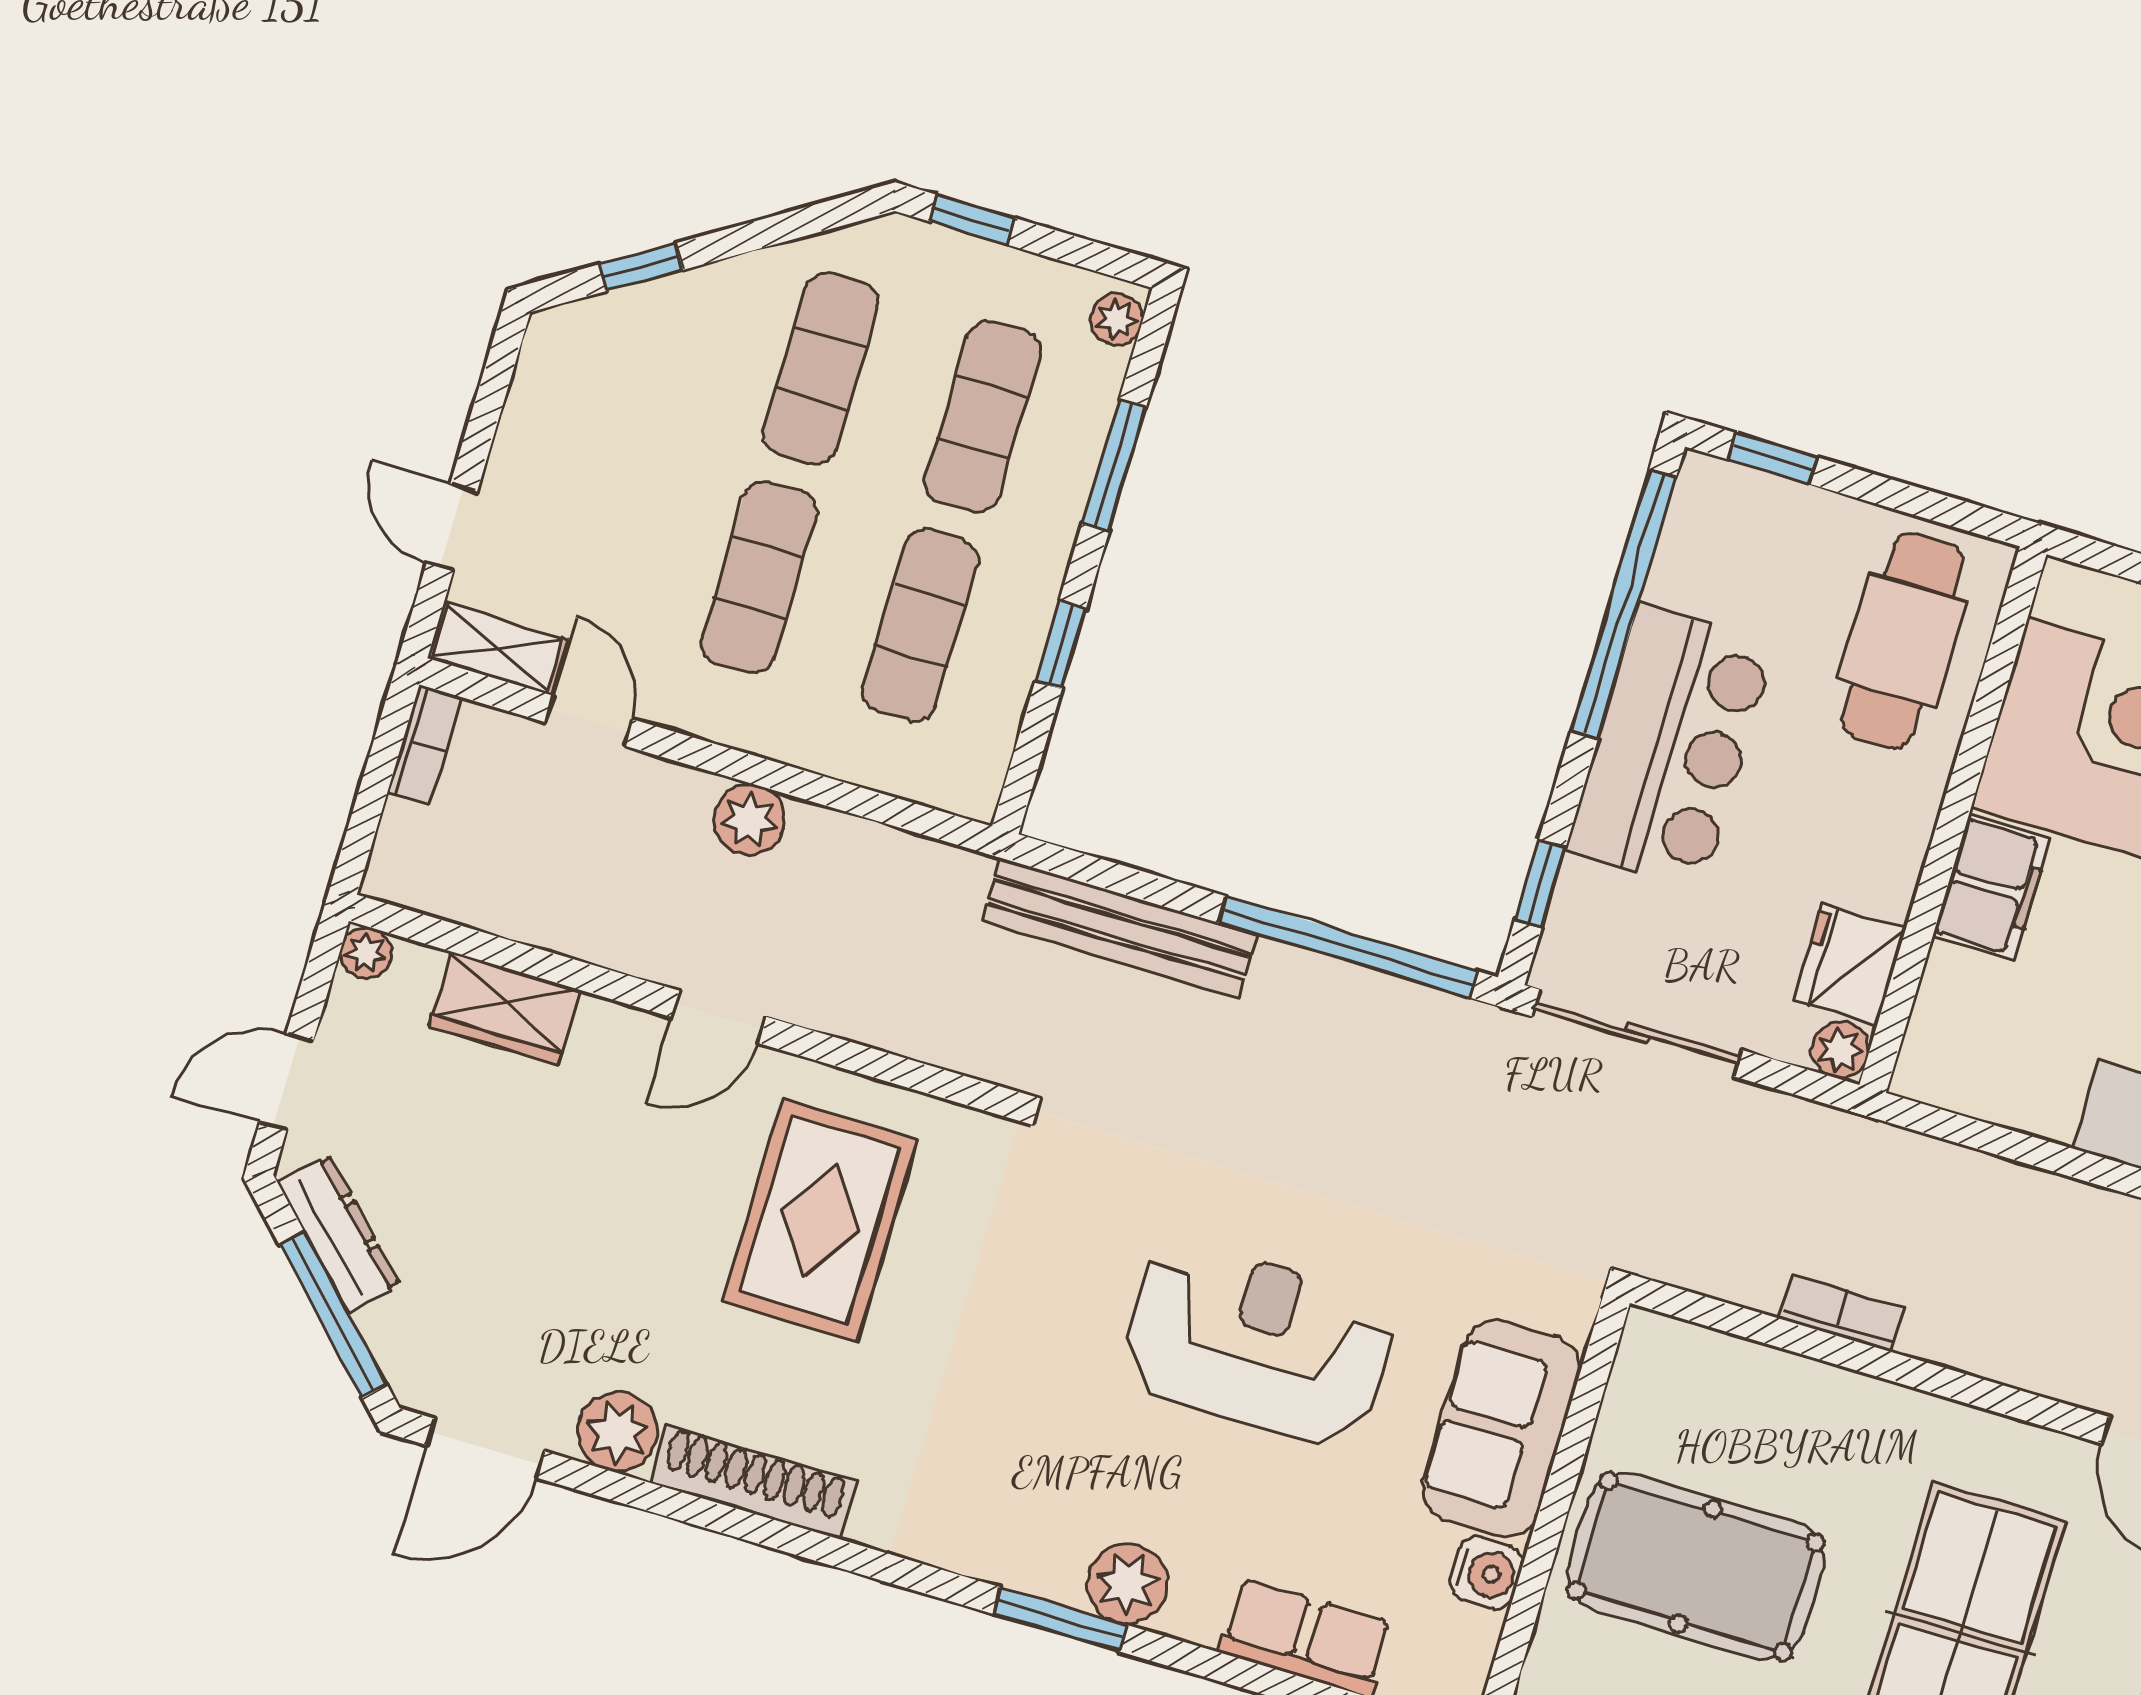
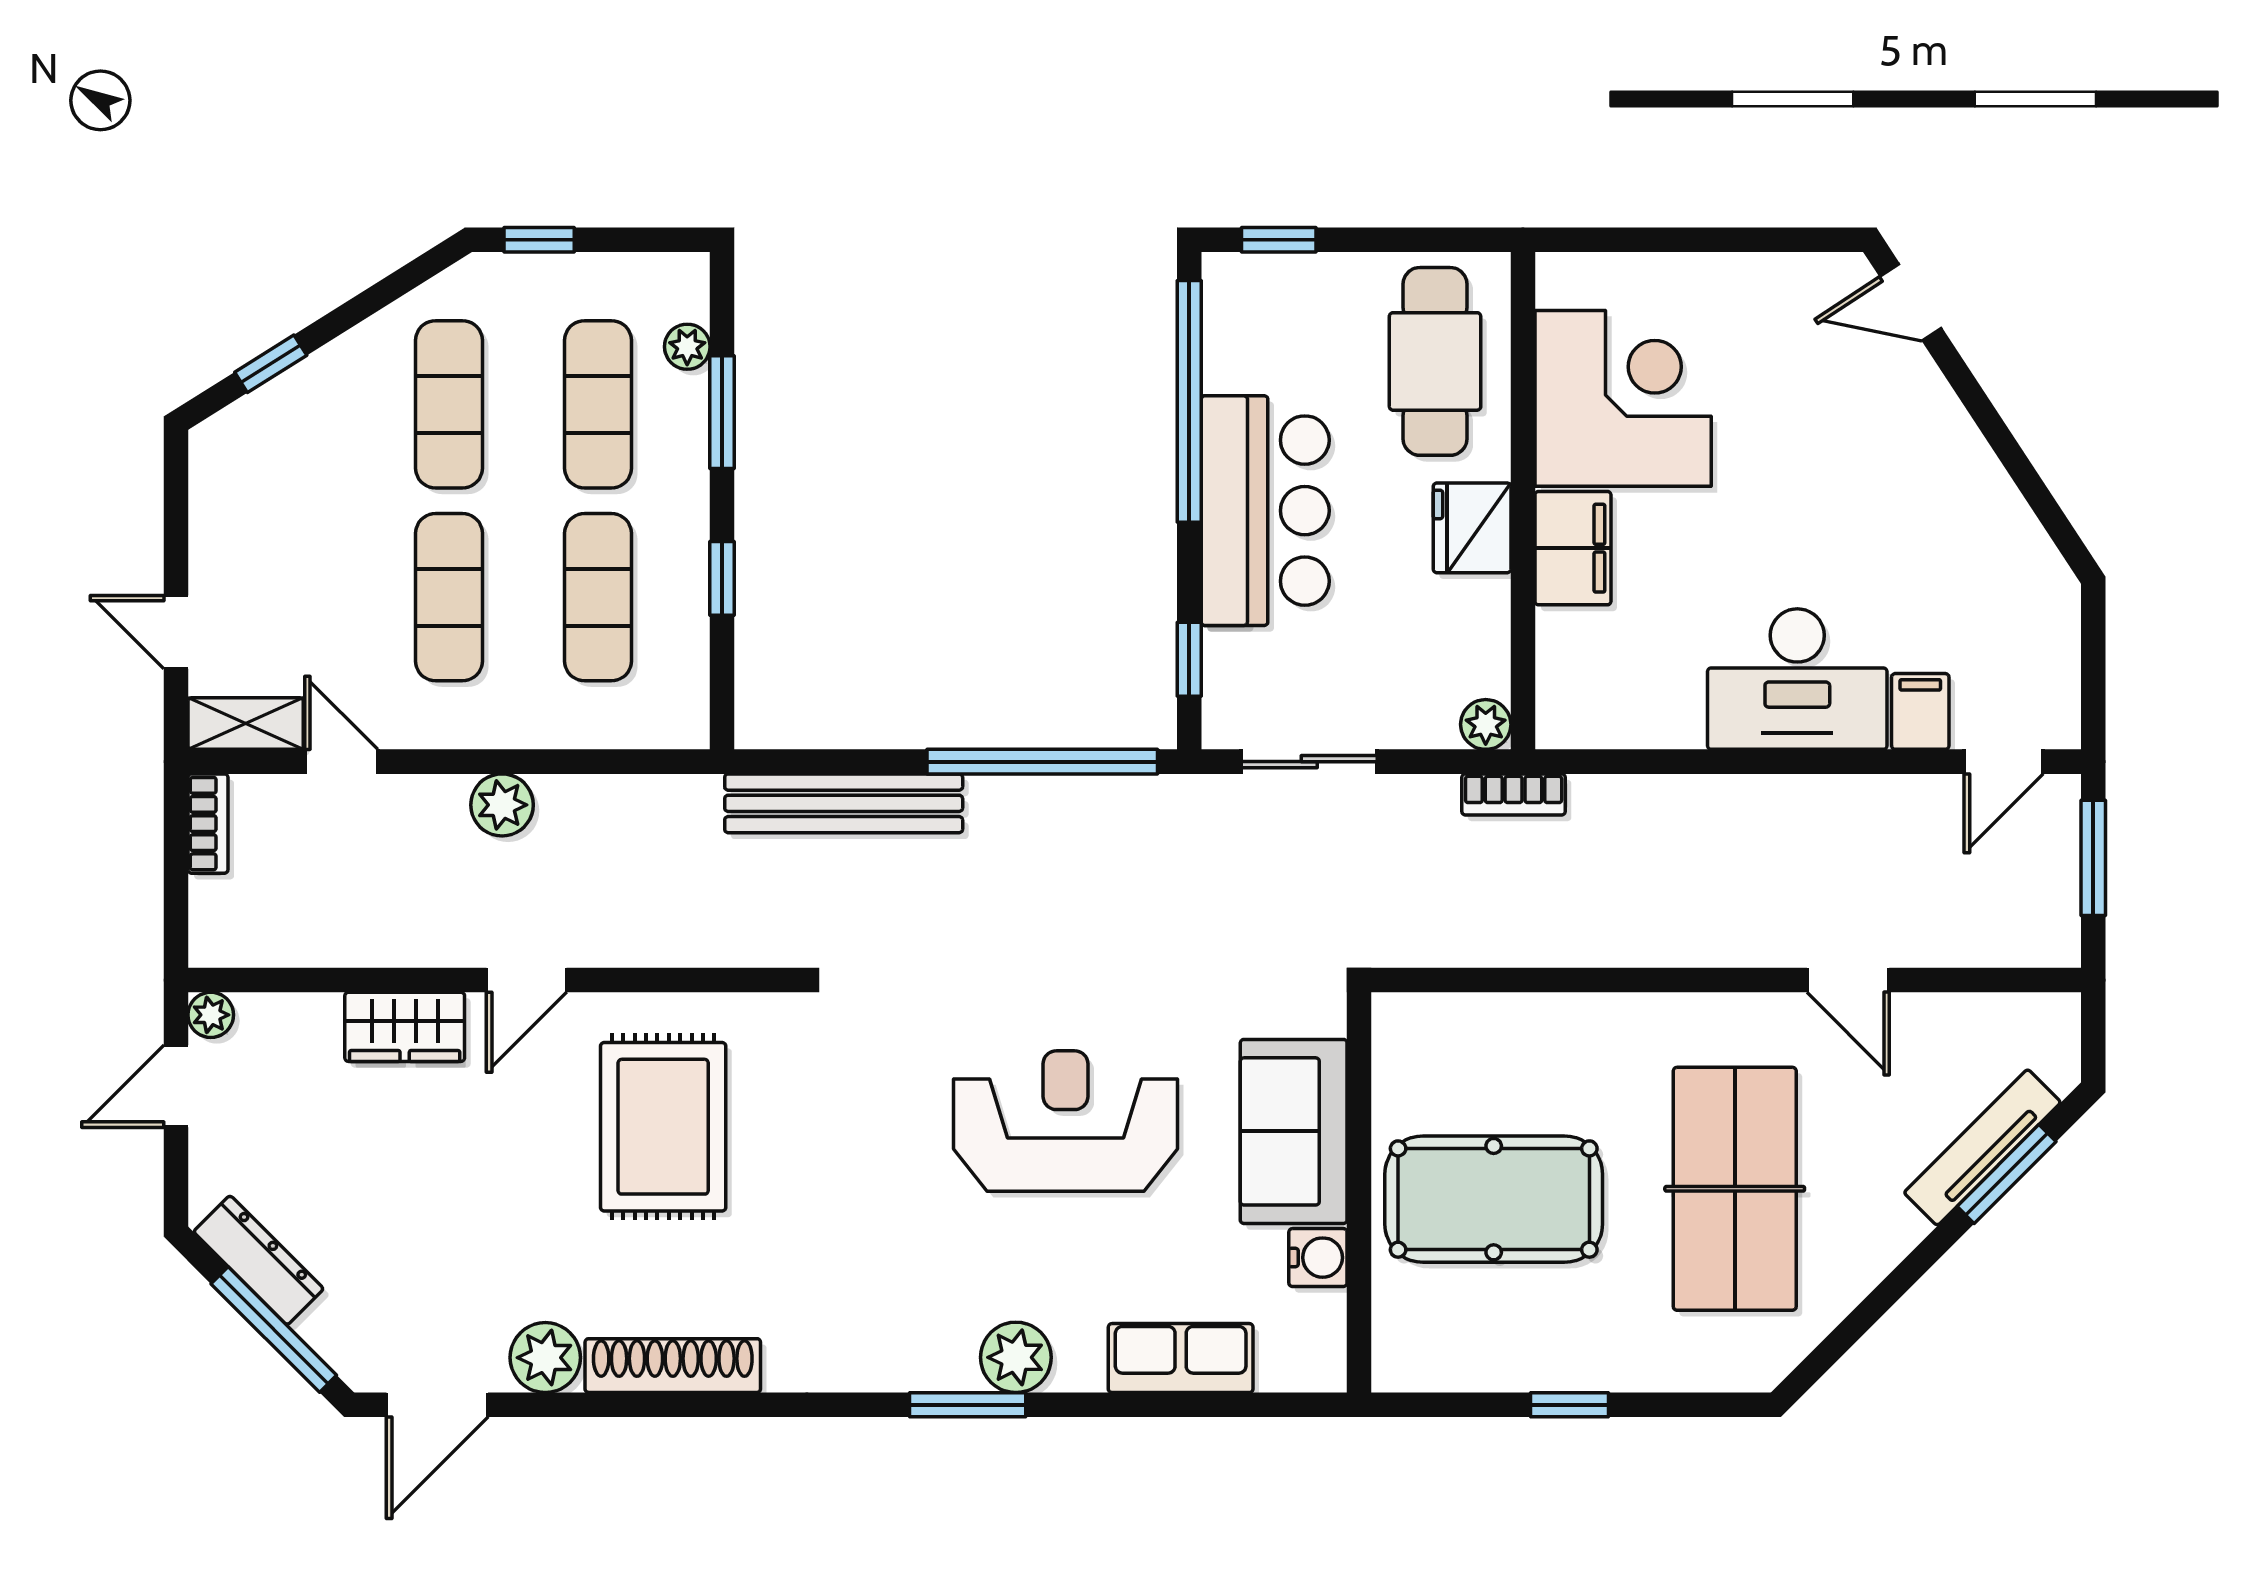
plant: (1117, 319) -> (687, 347), moved
fridge: (1850, 964) -> (1472, 528), moved
wardrobe: (505, 1008) -> (405, 1027), moved
sliding door: (1637, 1033) -> (1309, 762), width x0.73
door: (287, 1082) -> (176, 1086), moved
bookcase: (1842, 1313) -> (1514, 794), moved, turned 180

